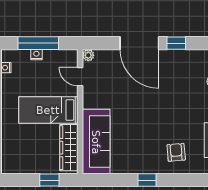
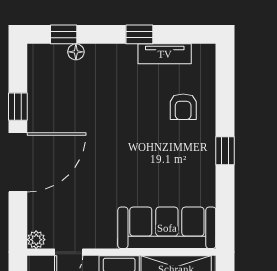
armchair: (176, 152) -> (183, 107), turned -85

